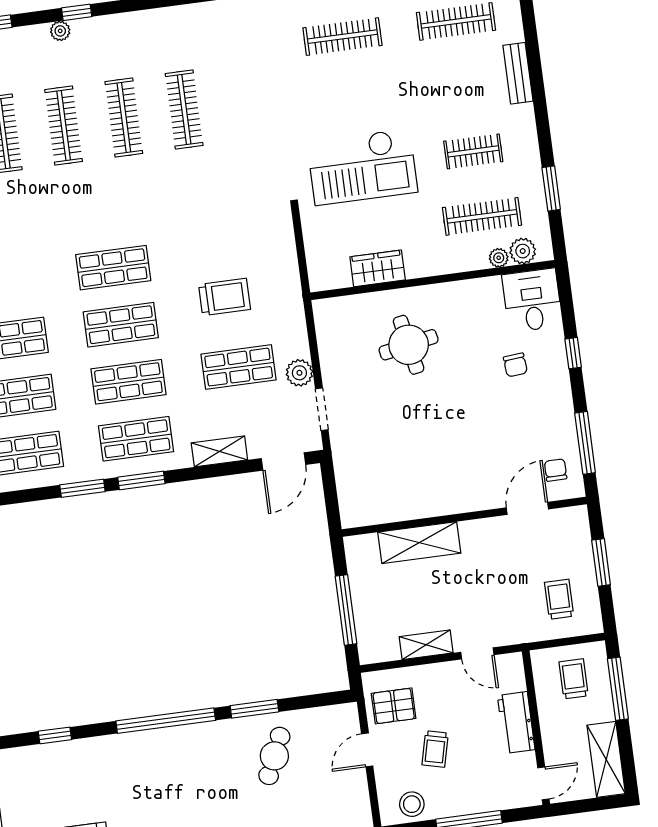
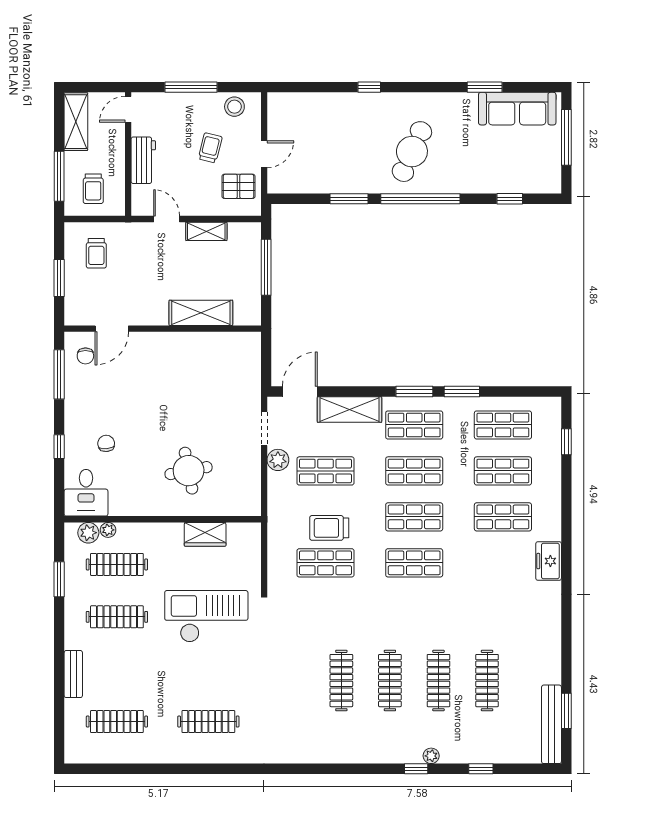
clothes rail: (473, 151) -> (117, 617), width x1.36
shop shelf: (223, 253) -> (325, 563), added
shelving: (219, 451) -> (349, 409), width x1.50, depth x1.33
cafe table: (274, 756) -> (412, 152), moved, width x1.37, depth x1.35

